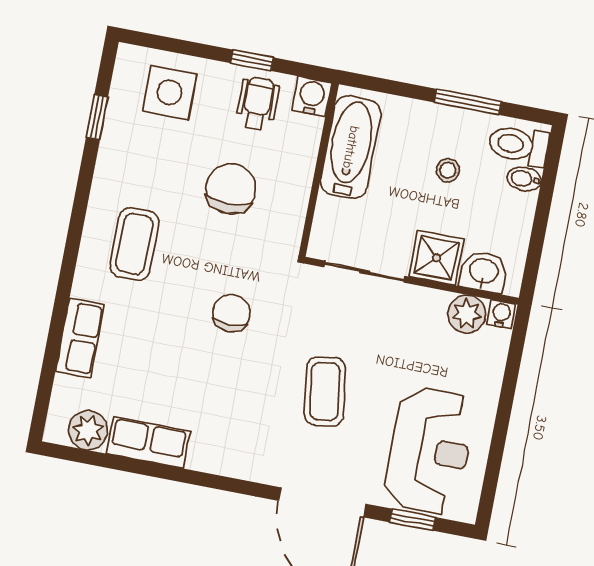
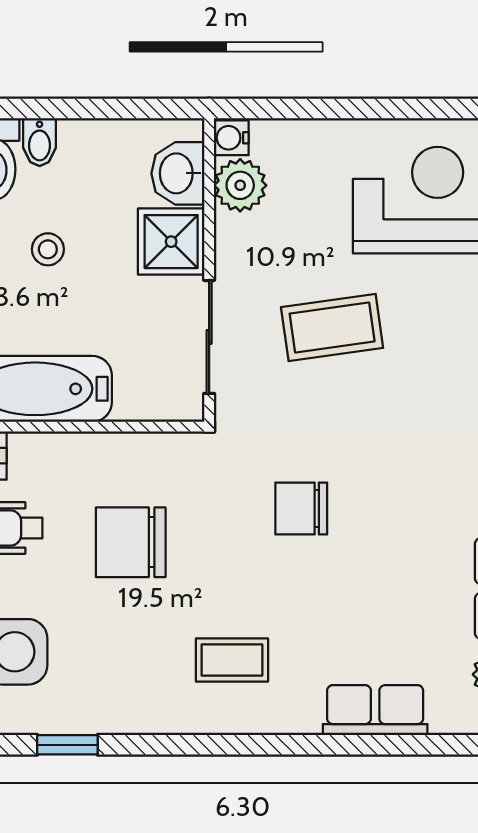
coffee table: (134, 244) -> (232, 660), width x0.73, depth x0.77
coffee table: (325, 391) -> (332, 328), moved

